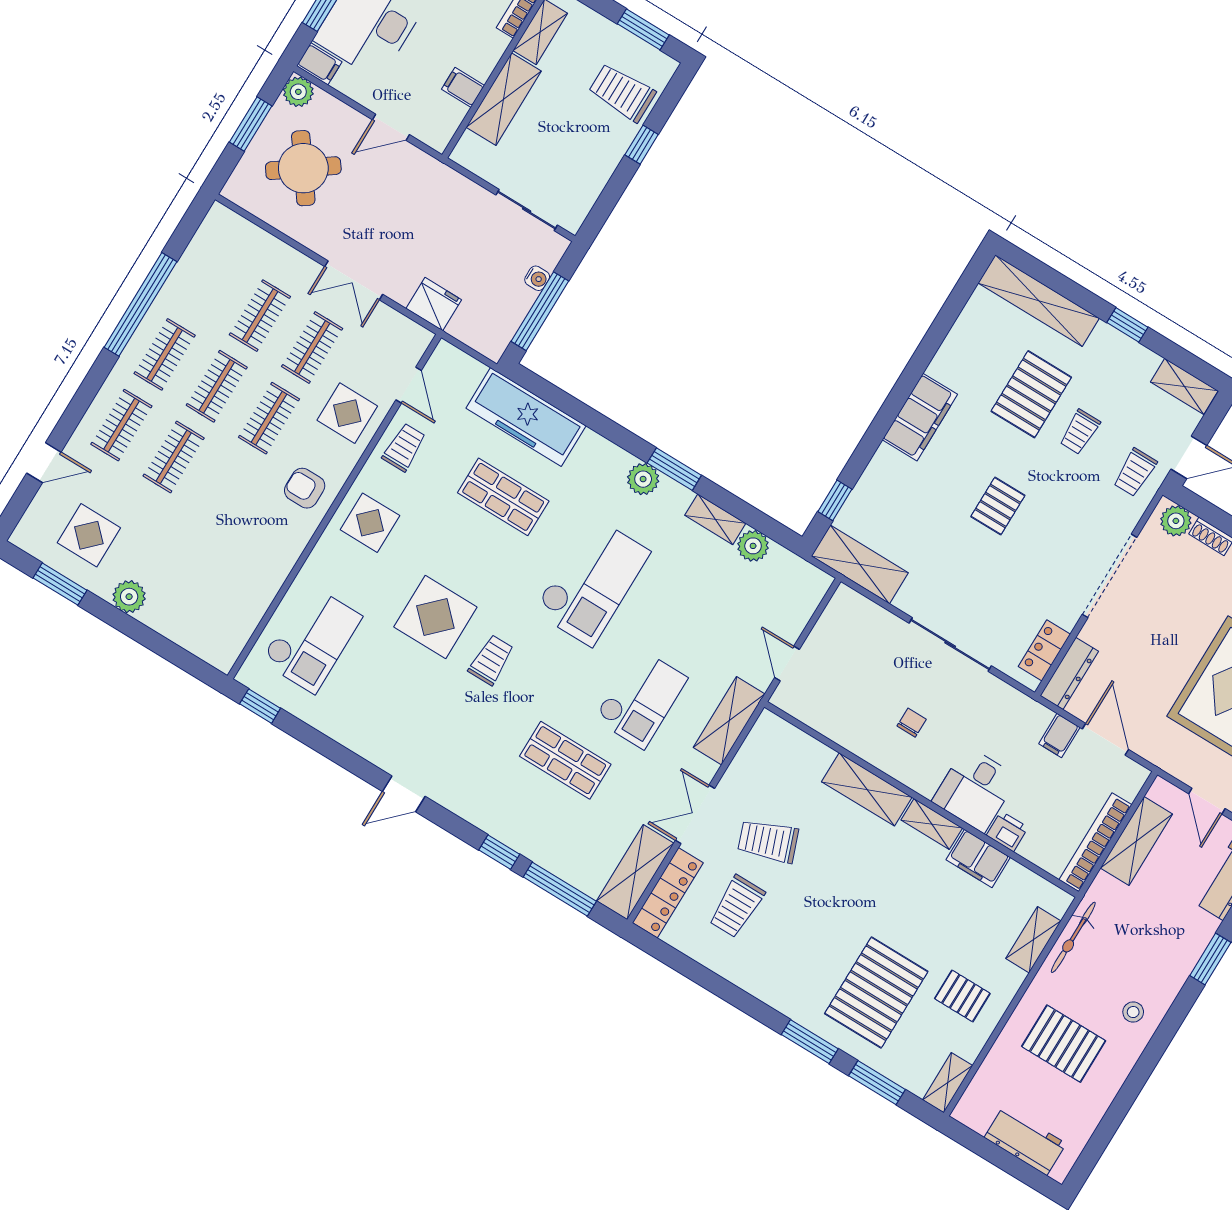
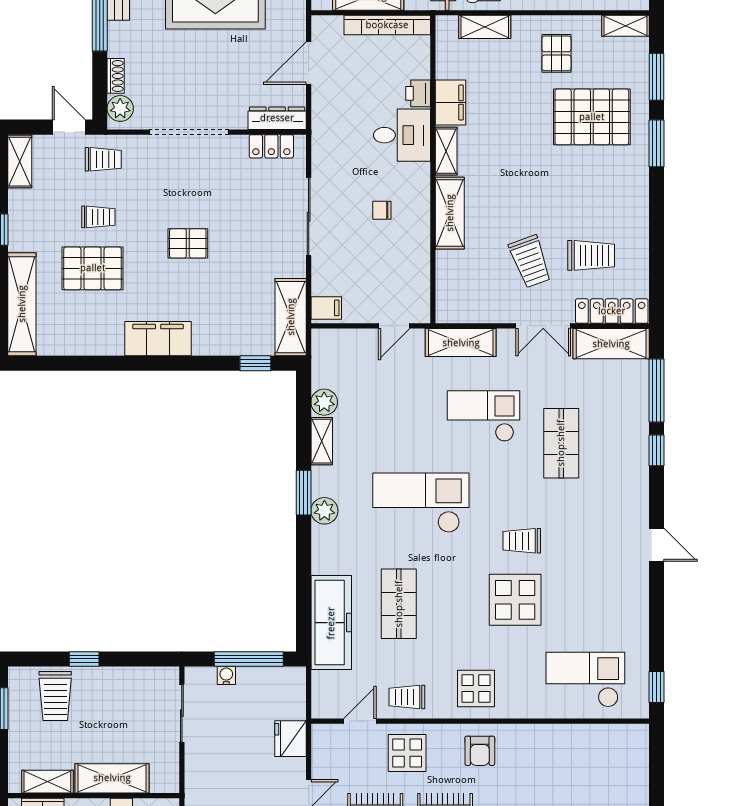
filing cabinet: (1059, 736) -> (326, 308), moved

